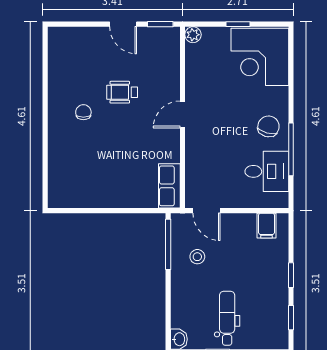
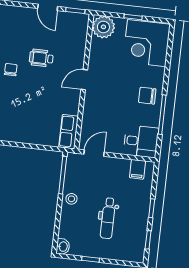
plant: (193, 35) -> (103, 27), width x1.88, depth x1.88
chair: (268, 126) -> (147, 96), turned -106
desk: (267, 171) -> (141, 141), moved
door: (206, 211) -> (94, 153), swing flipped
stool: (197, 257) -> (71, 199), moved
dental chair: (227, 318) -> (108, 218), moved, turned 180

